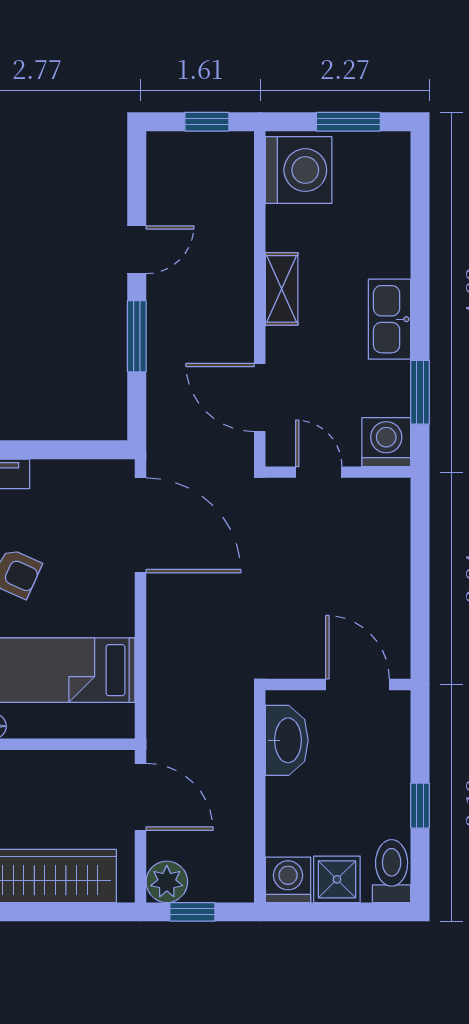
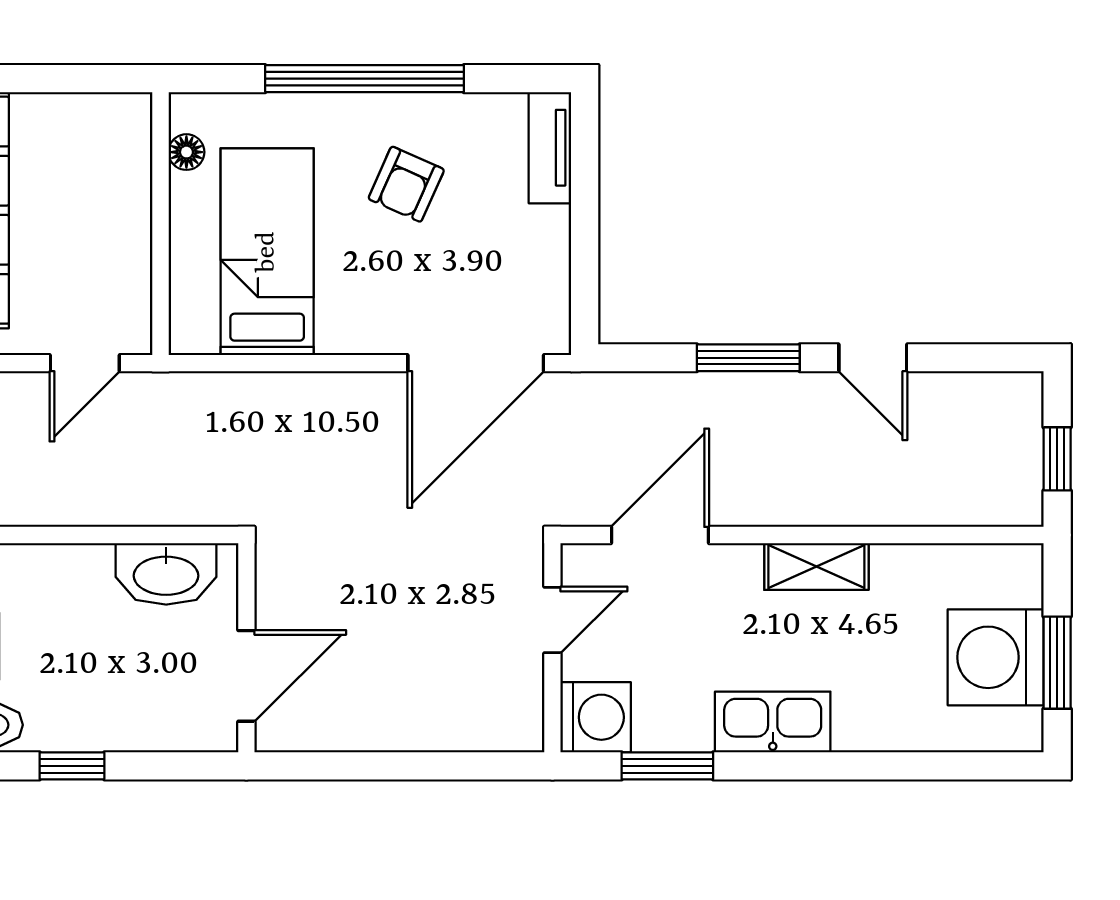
washing machine: (299, 170) -> (996, 657), moved, turned 90
door: (140, 797) -> (85, 363), width x0.73

